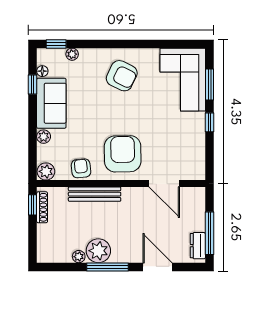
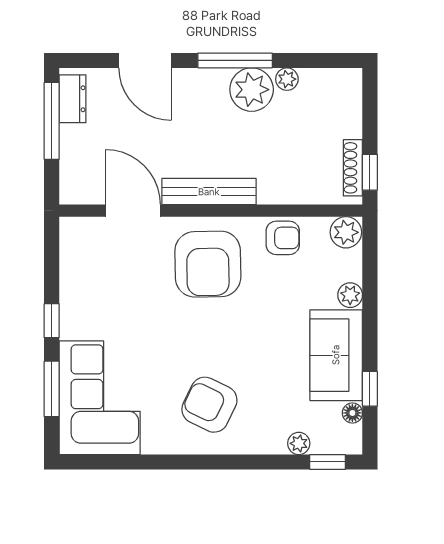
armchair: (81, 168) -> (283, 238), turned -84
bench: (95, 194) -> (209, 192), moved

